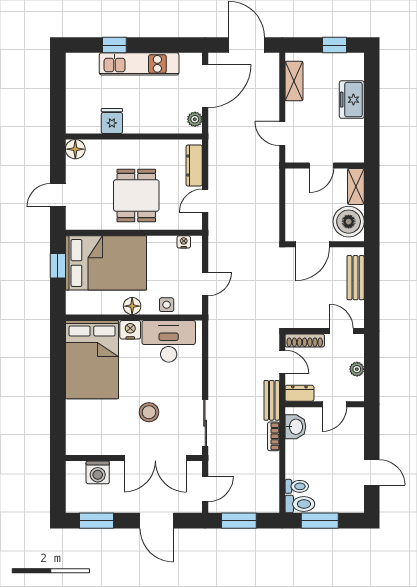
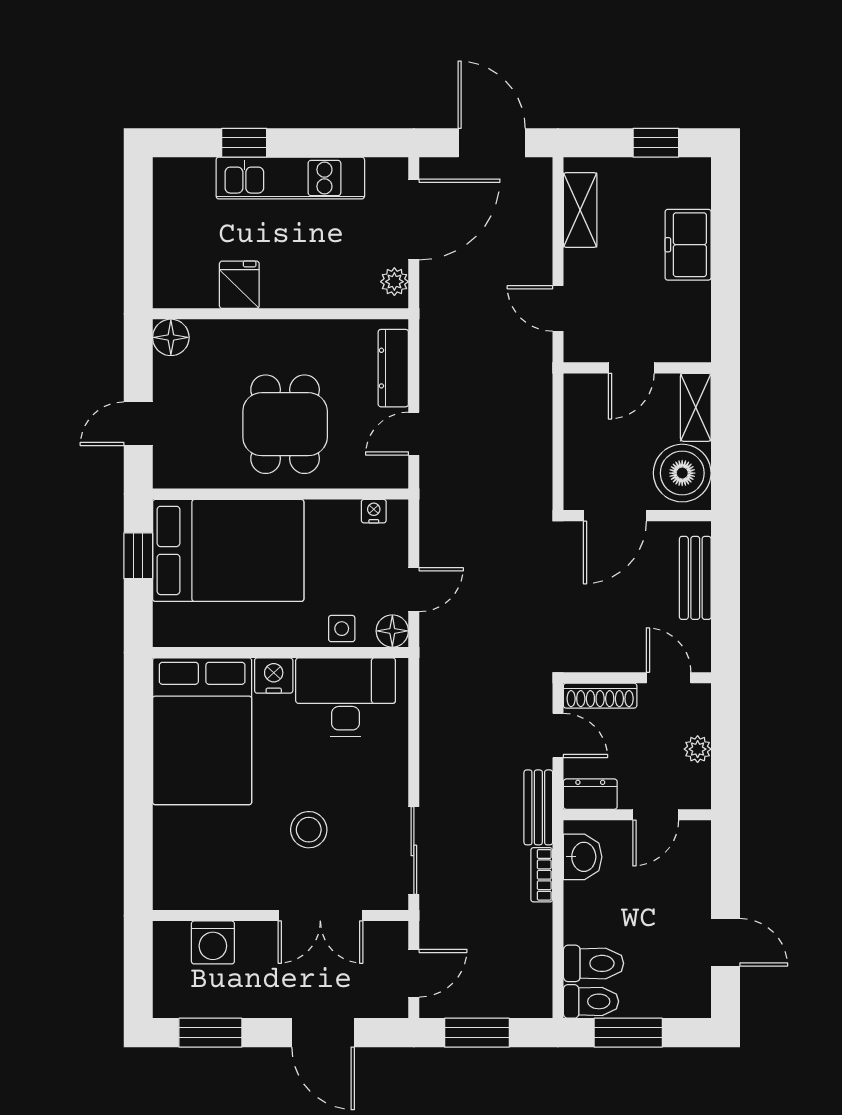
floor lamp: (132, 306) -> (392, 631), moved
double door: (155, 458) -> (320, 916), width x0.73
toilet: (297, 486) -> (594, 963), width x1.37, depth x1.39

